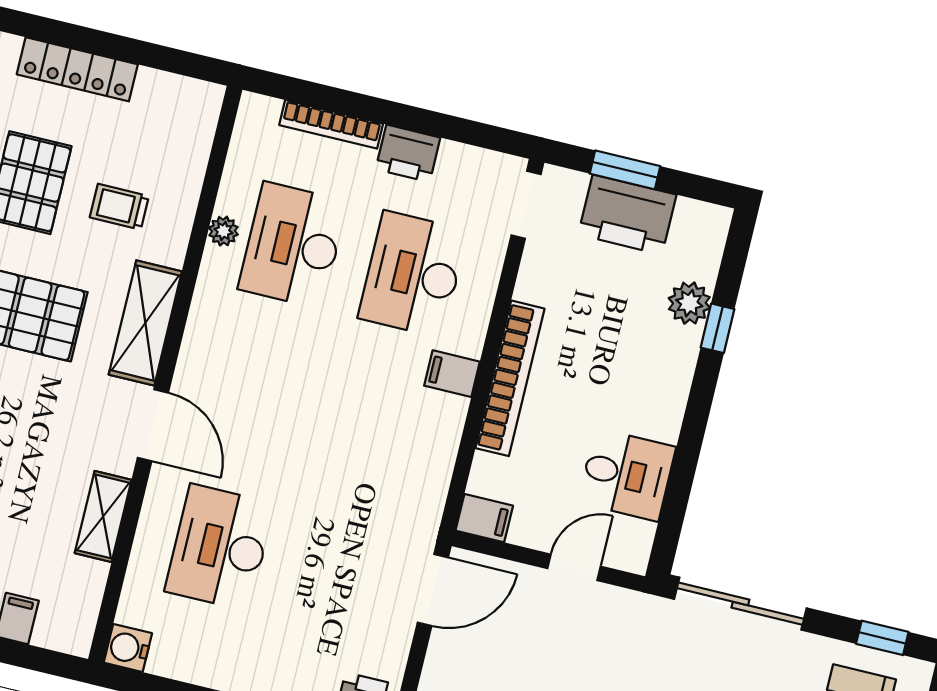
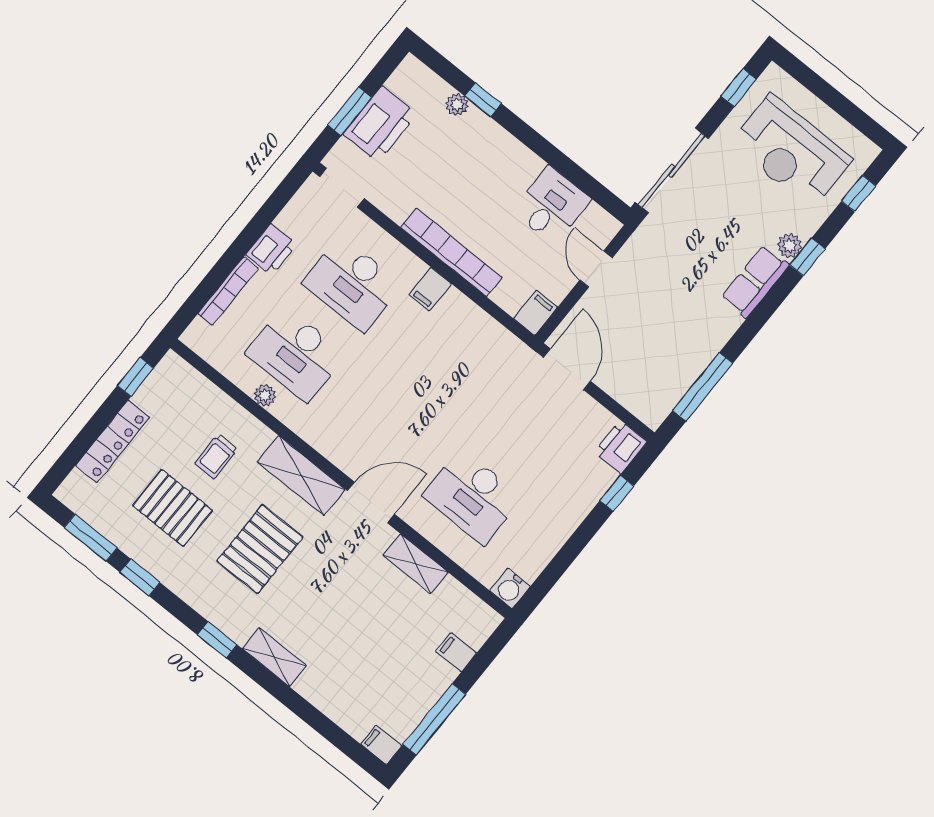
window: (170, 60) -> (135, 377), added
plant: (689, 303) -> (457, 105), width x0.73, depth x0.73

